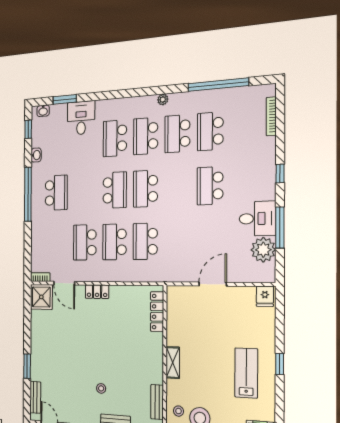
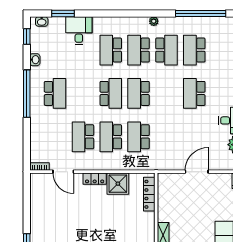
school desk: (177, 134) -> (166, 50), turned 180
shower: (41, 297) -> (118, 184), moved

